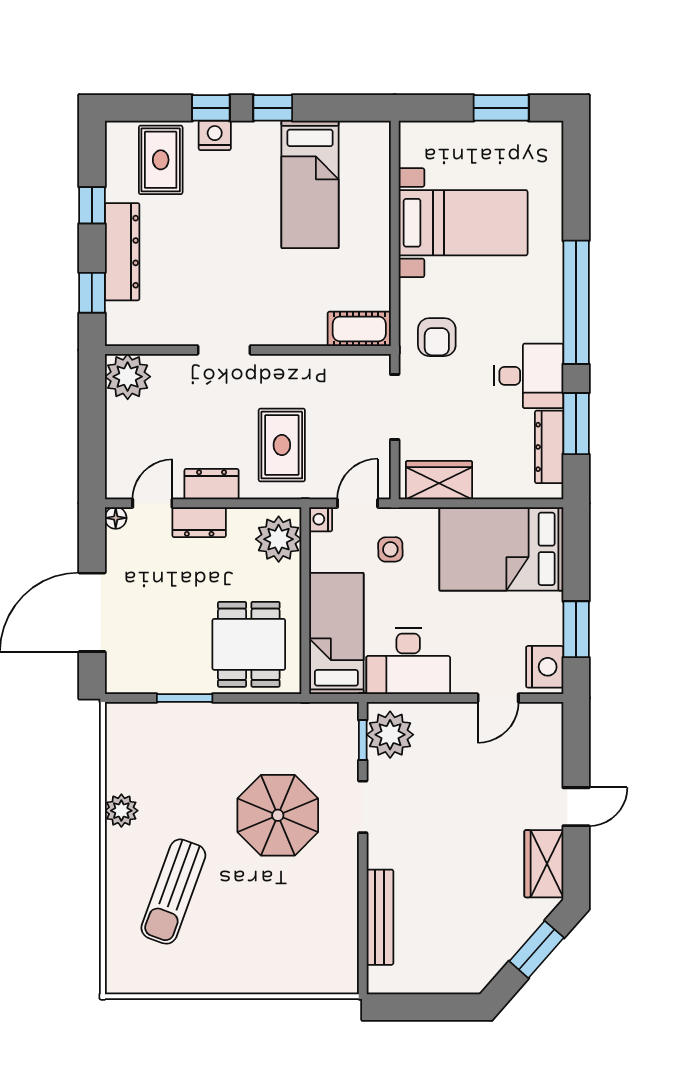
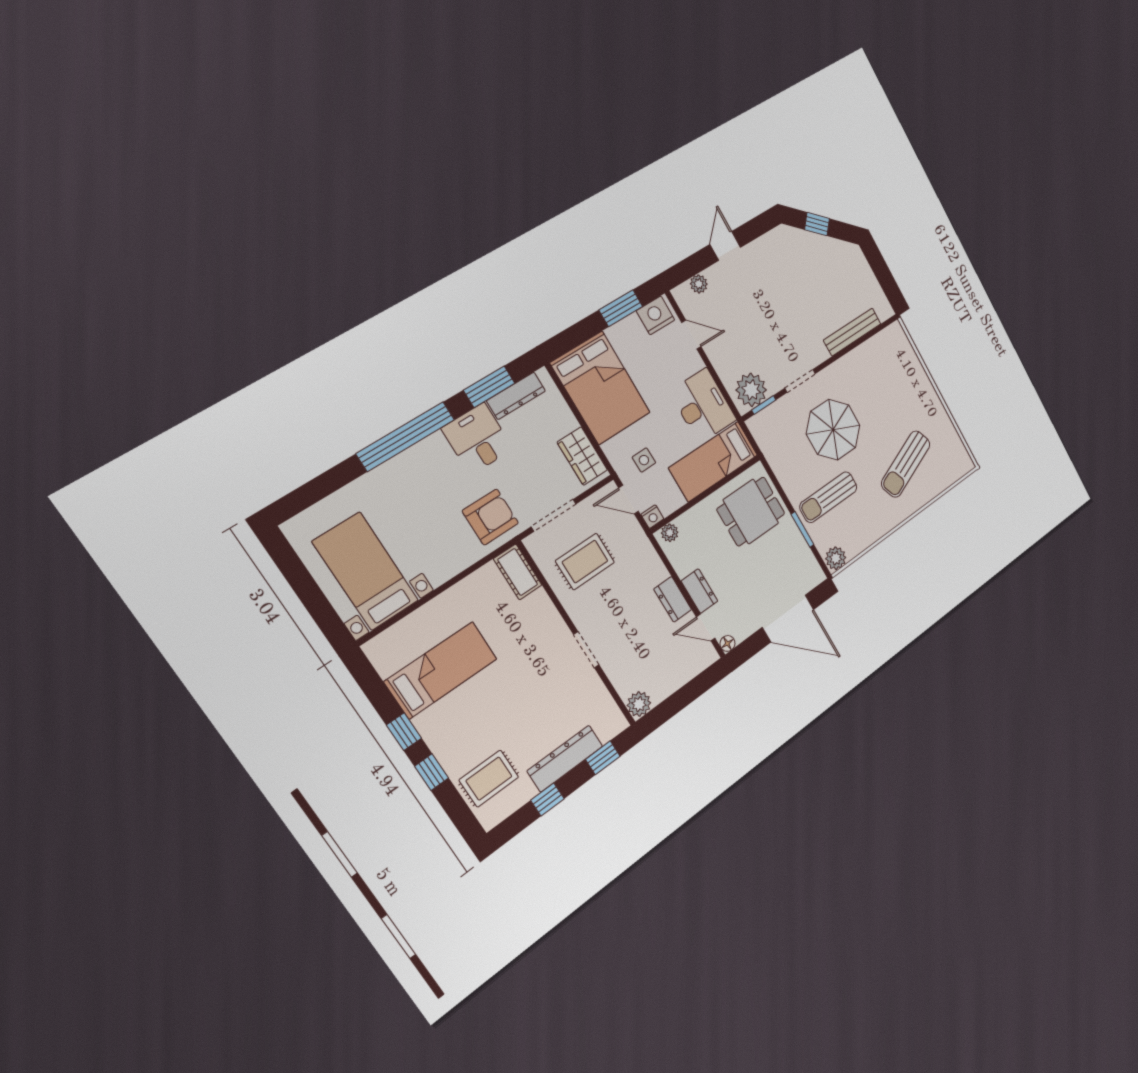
window: (501, 108) -> (298, 576), removed
nightstand: (215, 135) -> (449, 756), removed
bed with nightstands: (463, 223) -> (366, 571), moved
armchair: (437, 337) -> (490, 517), width x1.38, depth x1.38
plant: (128, 377) -> (639, 704), width x0.73, depth x0.73
rug: (282, 445) -> (585, 562), moved
plant: (279, 539) -> (670, 533), width x0.53, depth x0.53
plant: (551, 744) -> (699, 284), added
sun lounger: (201, 757) -> (828, 497), added
door: (576, 807) -> (725, 246), hinge flipped
plant: (121, 811) -> (836, 558), moved
wardrobe: (544, 864) -> (768, 248), removed
sun lounger: (173, 892) -> (906, 464), turned 138
window: (537, 949) -> (817, 224), width x0.67

